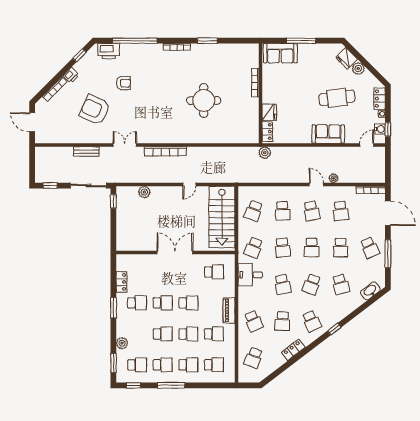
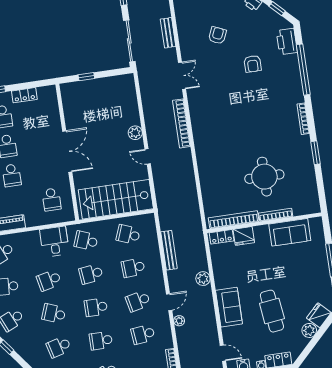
sofa: (280, 53) -> (290, 232), moved, turned -90
round table: (204, 101) -> (264, 177), moved
armchair: (95, 110) -> (217, 35), width x0.53, depth x0.53
bookcase: (254, 119) -> (234, 220), added
plant: (265, 153) -> (203, 279), moved
bench: (272, 178) -> (169, 250), added
plant: (144, 192) -> (135, 133), moved
window: (113, 201) -> (86, 77), moved

